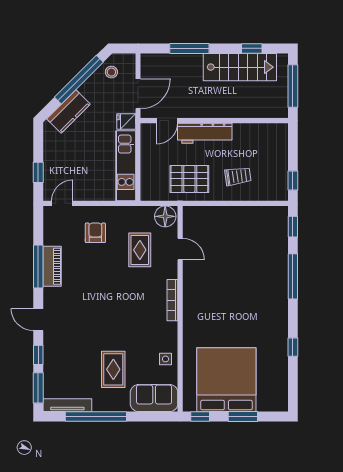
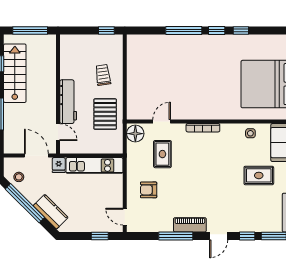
window: (293, 227) -> (217, 30), moved
rug: (140, 250) -> (162, 154), turned 90
piano: (52, 266) -> (190, 225), moved

